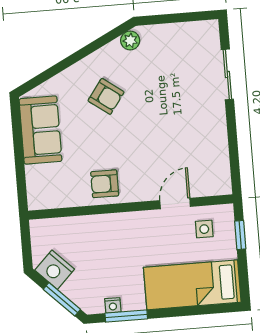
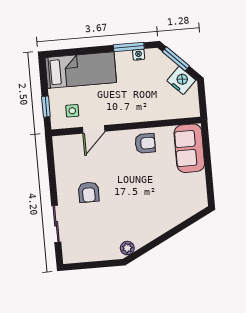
armchair: (106, 96) -> (89, 192), moved, turned -126
sofa: (40, 130) -> (189, 148), moved

